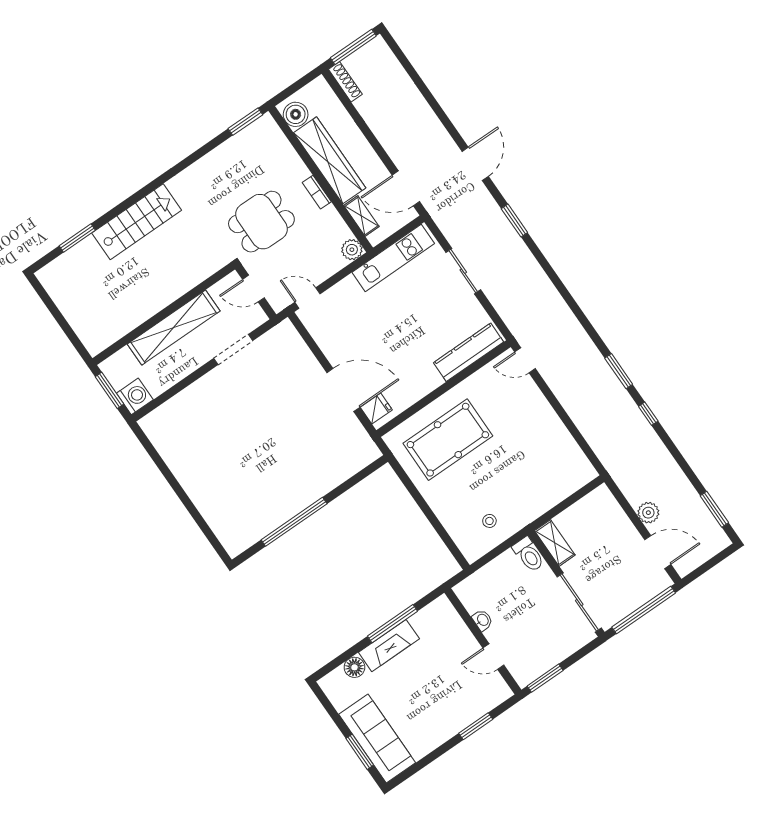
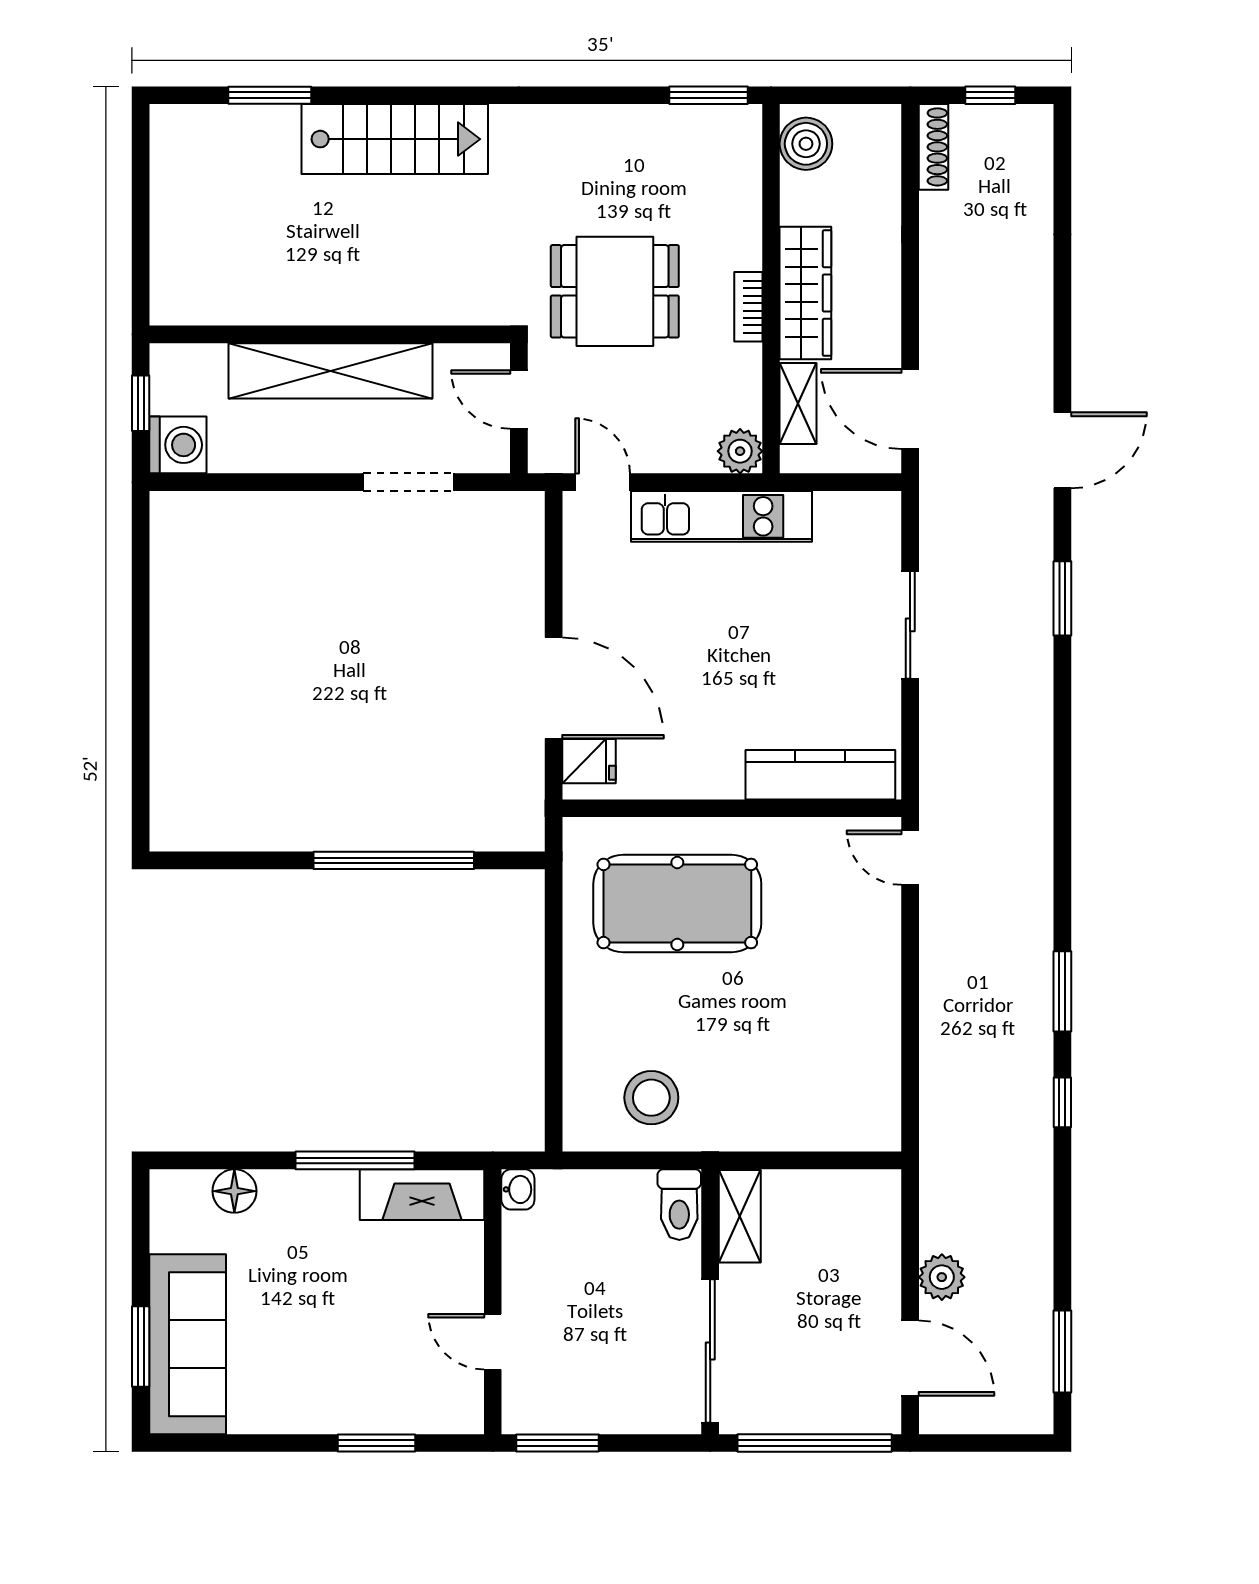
window: (353, 47) -> (990, 95), width x0.46
wardrobe: (330, 160) -> (805, 293), width x0.71, depth x0.85
kitchen unit: (393, 258) -> (721, 516), moved
window: (109, 390) -> (141, 403), width x0.67
stool: (489, 521) -> (651, 1098), width x1.89, depth x1.89
window: (294, 522) -> (394, 860), moved
washbasin: (482, 620) -> (518, 1189), moved
fireplace: (389, 646) -> (422, 1195), moved

